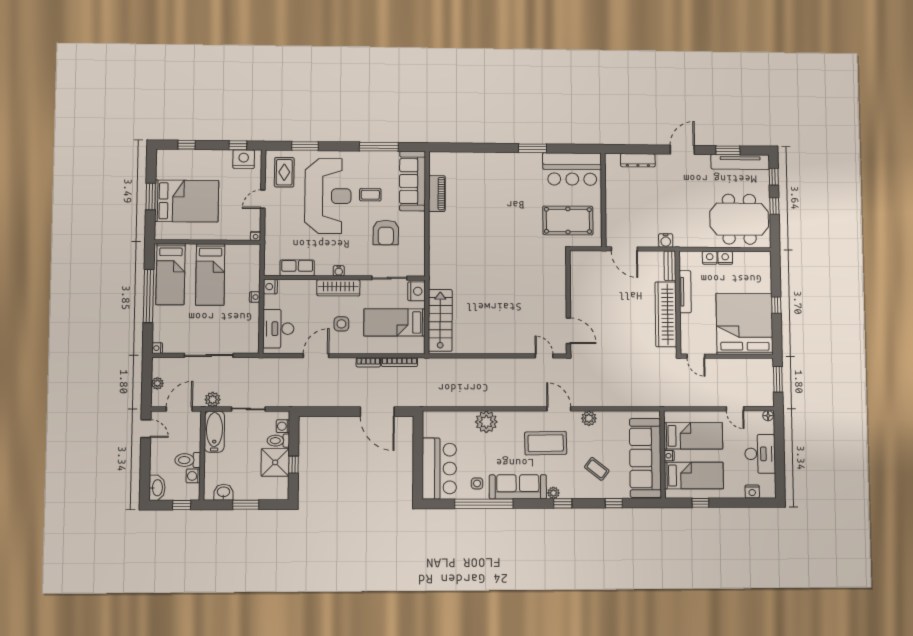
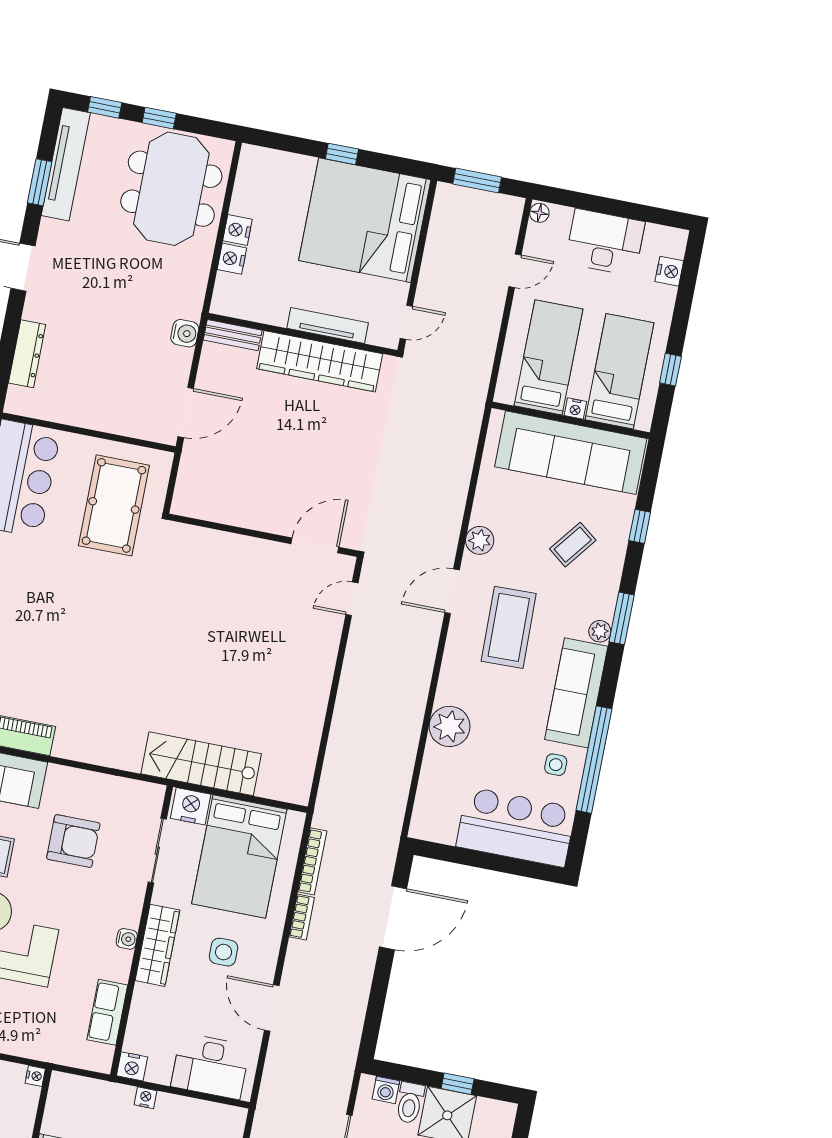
tv unit: (685, 292) -> (328, 325), moved
stairs: (440, 320) -> (201, 764), moved
bed: (395, 322) -> (239, 857), width x1.50
window: (563, 503) -> (622, 618), width x1.50

